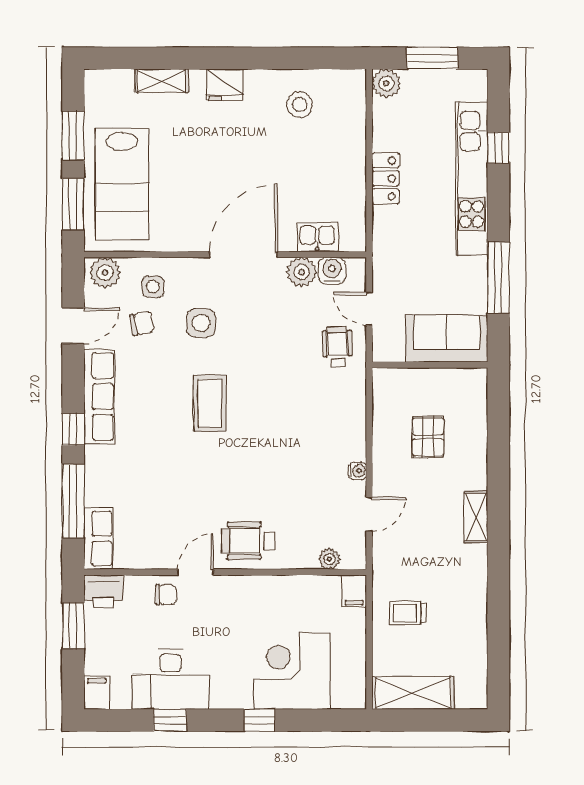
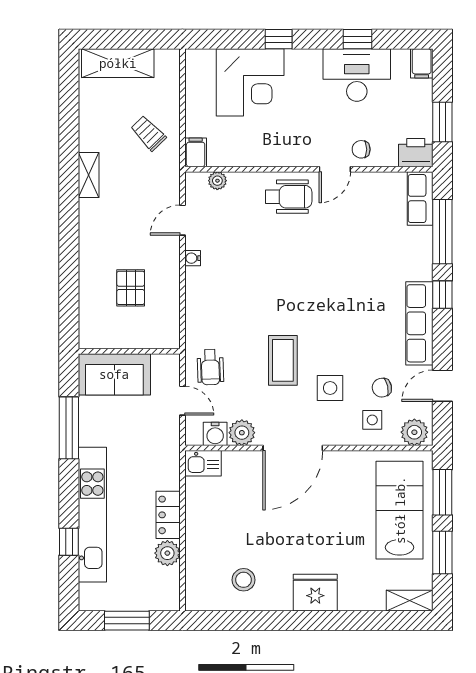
shelving: (161, 81) -> (410, 601), moved
plant: (386, 83) -> (167, 553), moved
fridge: (224, 85) -> (315, 593), width x1.36, depth x1.34
kitchen sink: (317, 237) -> (203, 463), moved
coffee table: (210, 404) -> (283, 360), moved
shelving: (476, 517) -> (89, 175), moved
trolley: (408, 613) -> (148, 133), turned -134
shelving: (413, 693) -> (118, 63), moved

